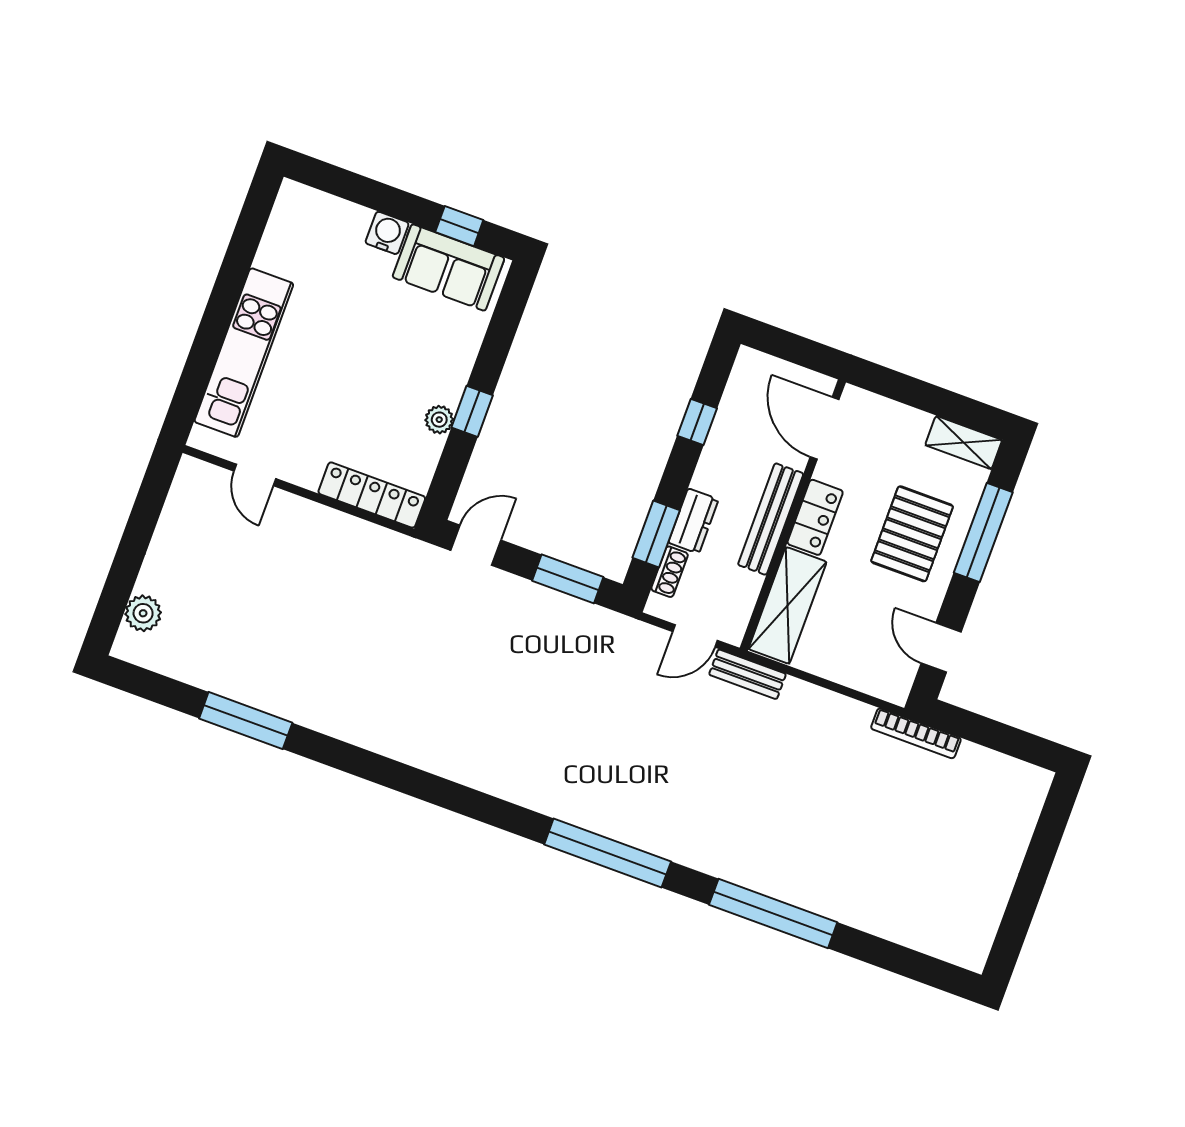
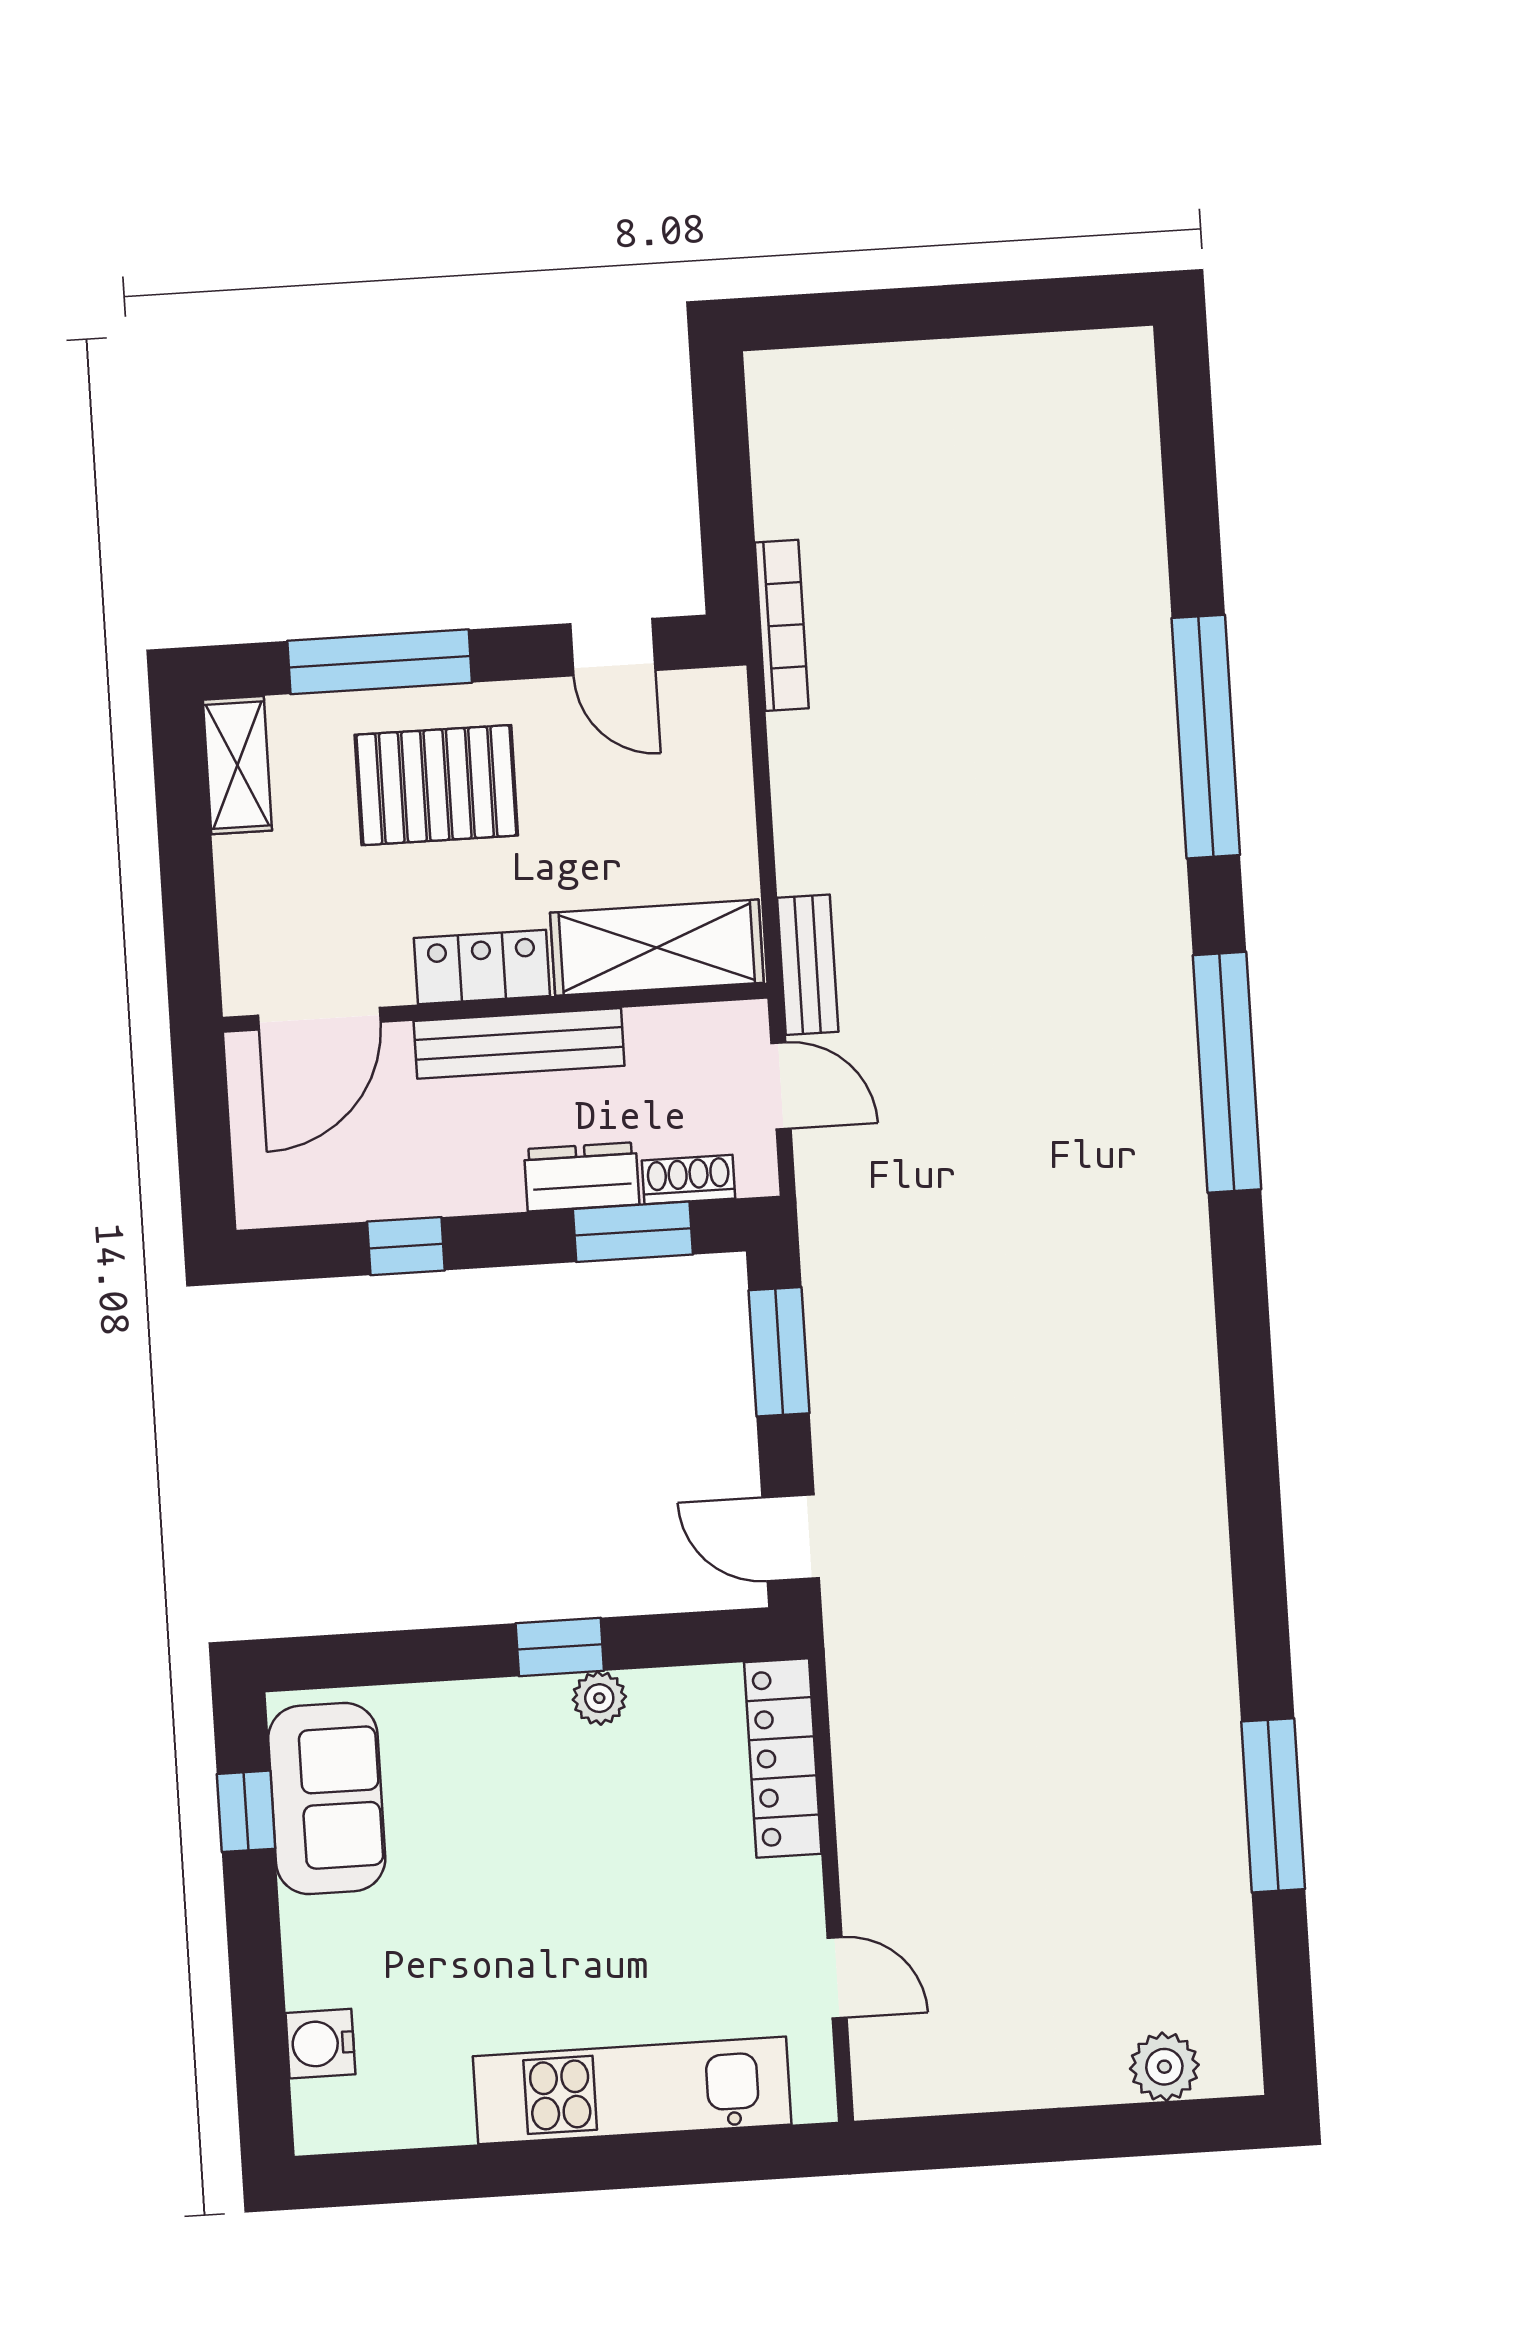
water cooler: (387, 233) -> (320, 2044), moved
door: (255, 475) -> (837, 1978), hinge flipped
door: (941, 648) -> (613, 647), hinge flipped

